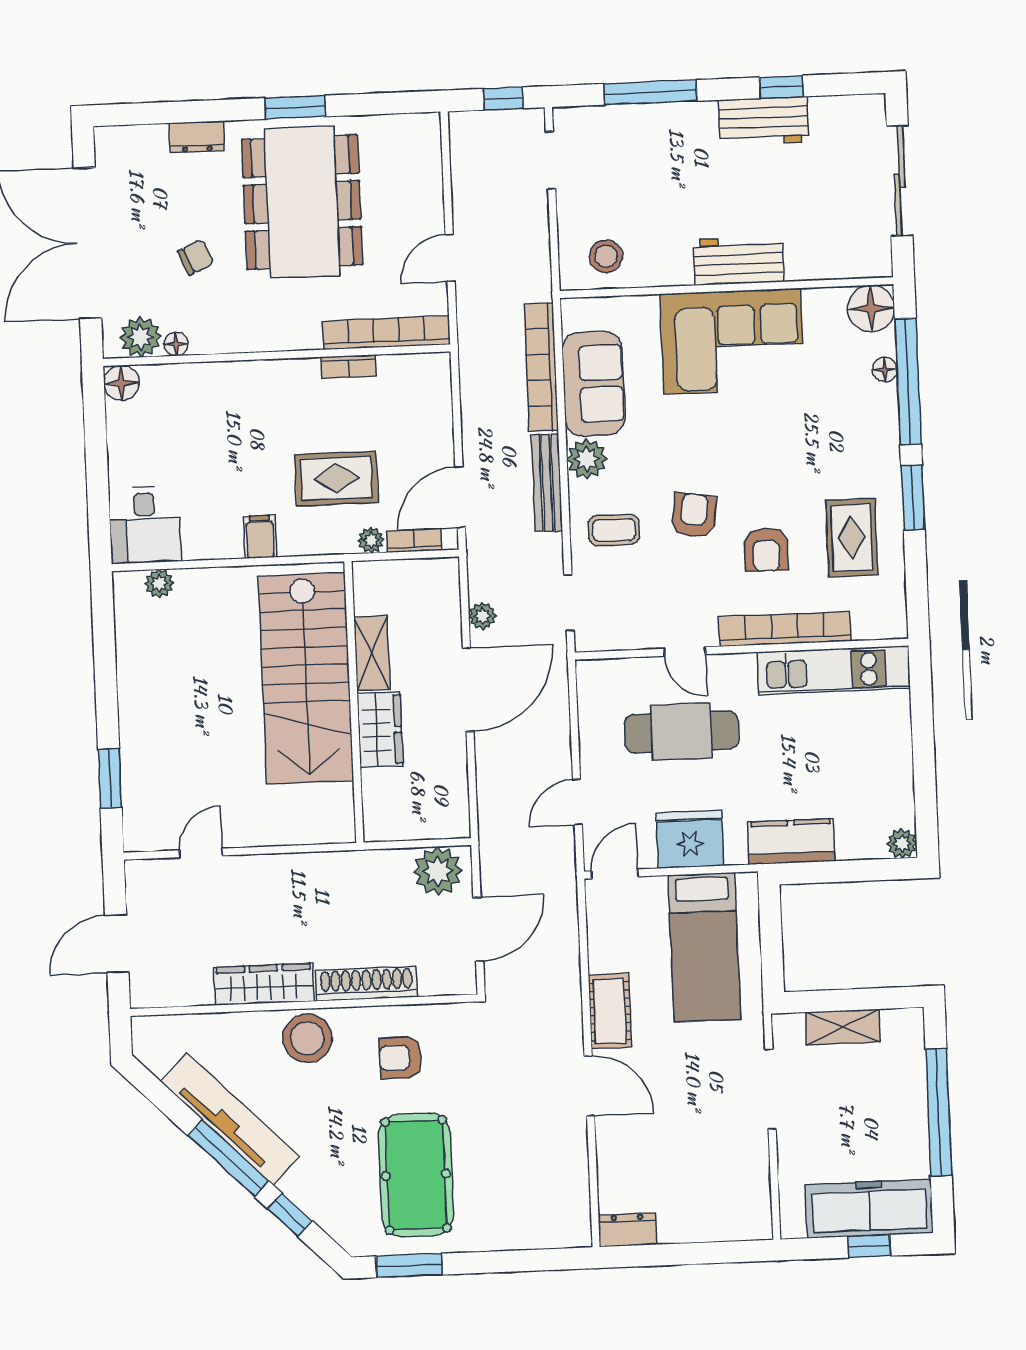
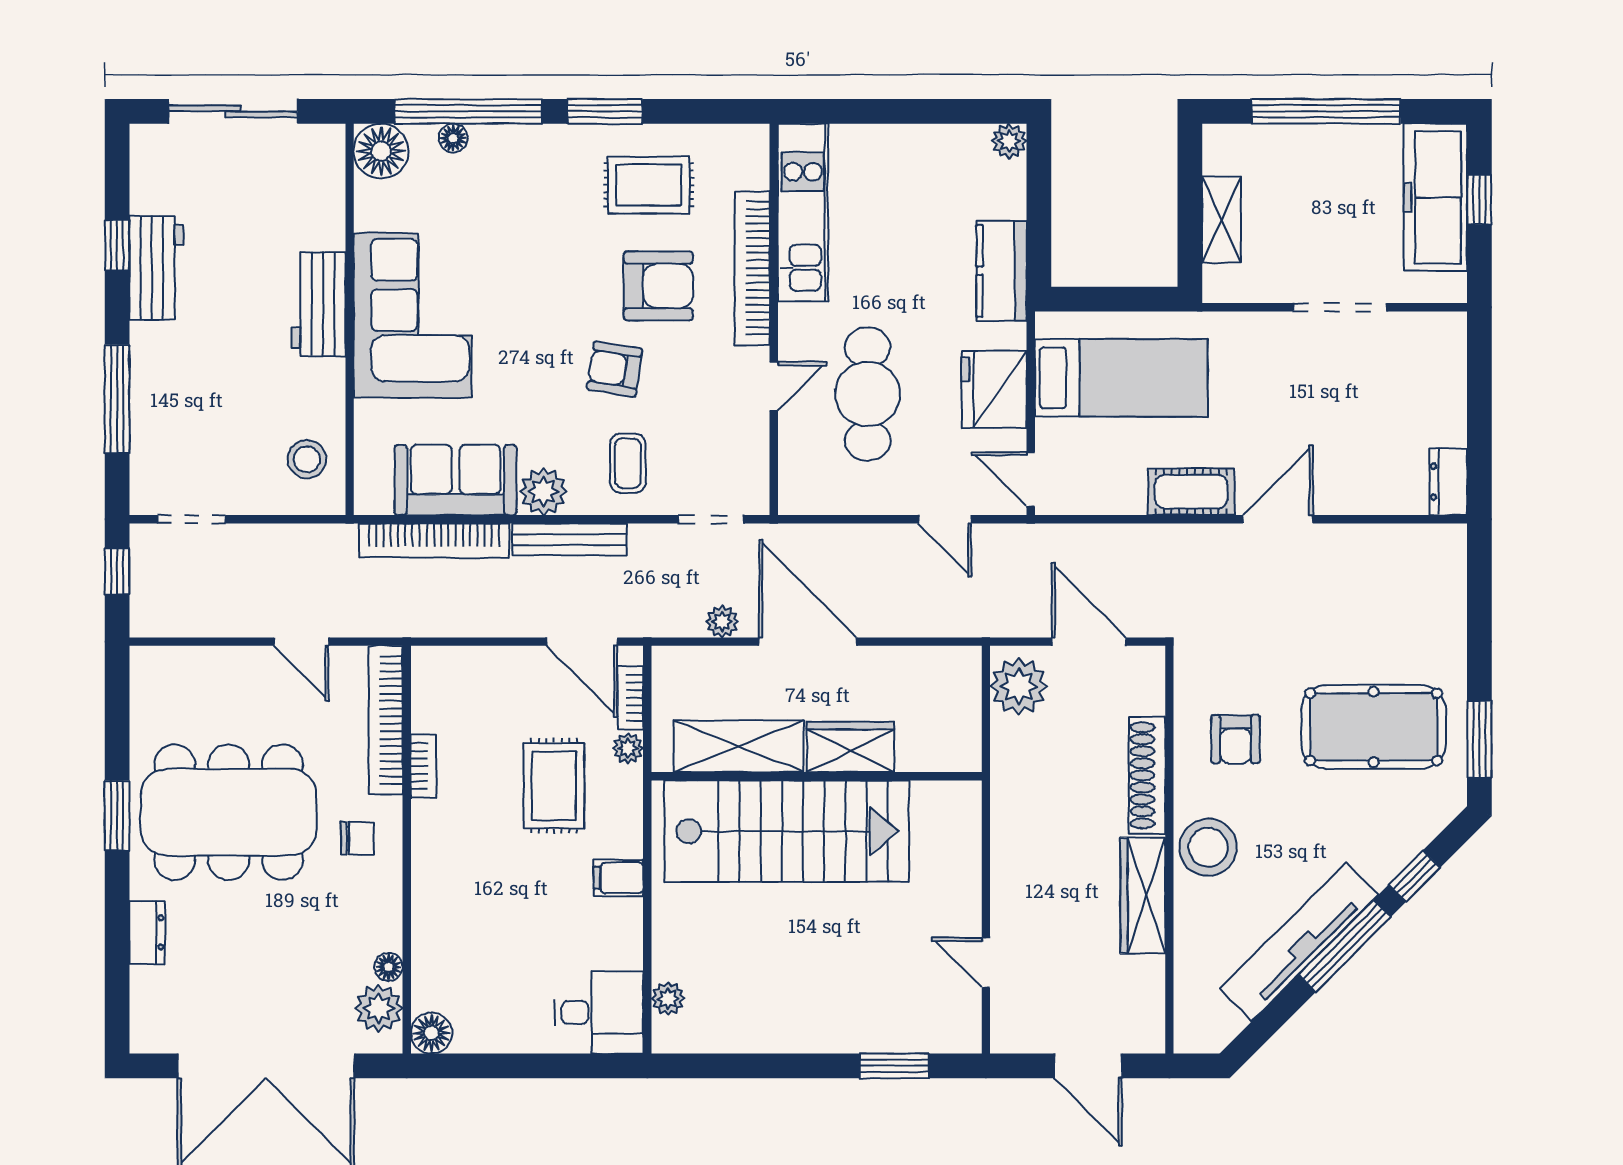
chair: (196, 257) -> (357, 838), moved, turned 114
armchair: (766, 550) -> (658, 286), width x1.38, depth x1.38
shelving: (372, 653) -> (739, 746), width x1.50, depth x1.33
doorway: (771, 1089) -> (1340, 307), moved

